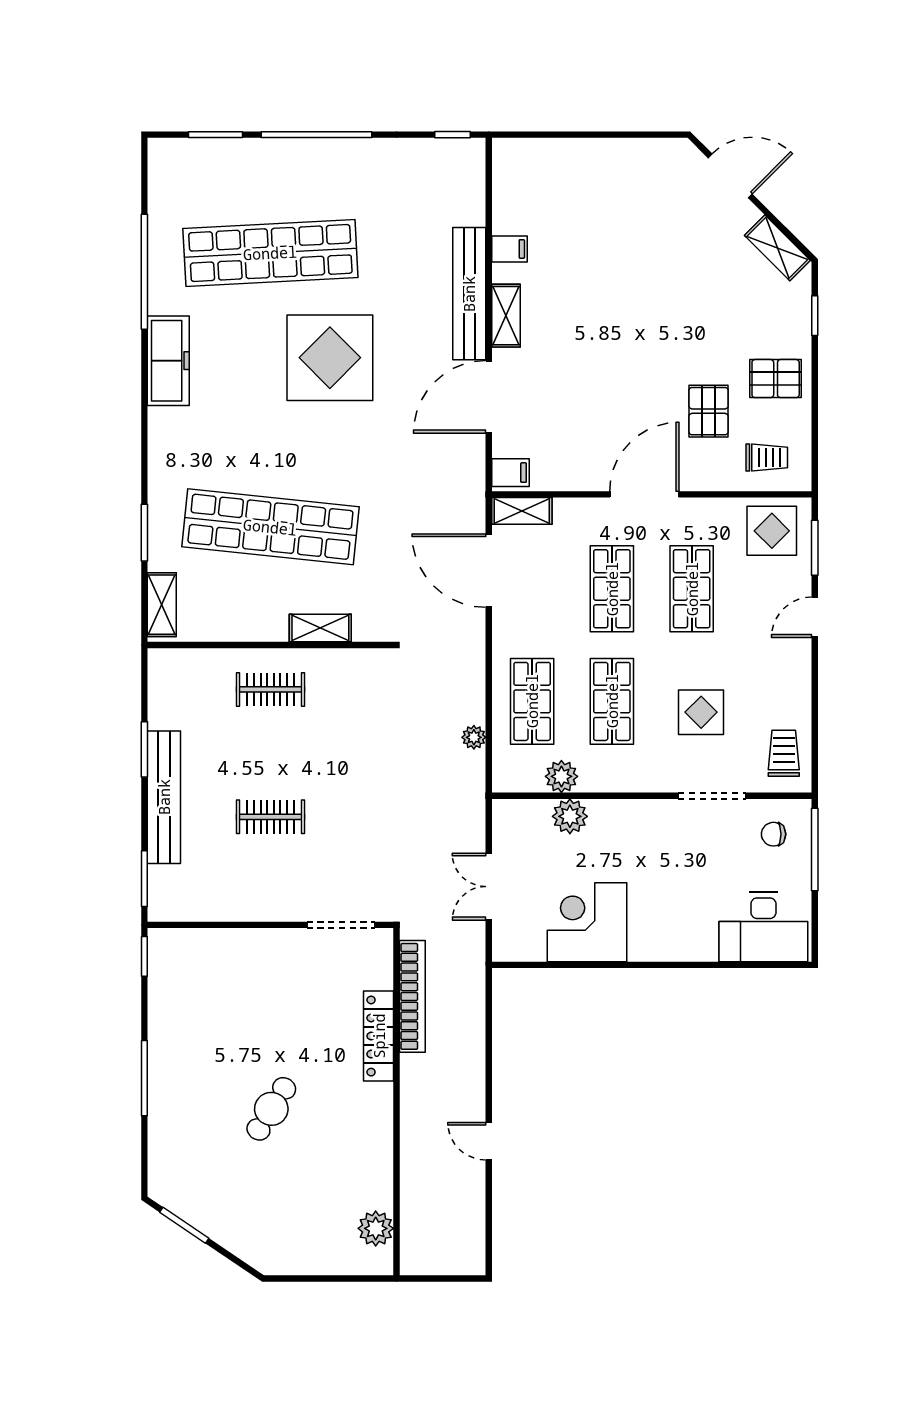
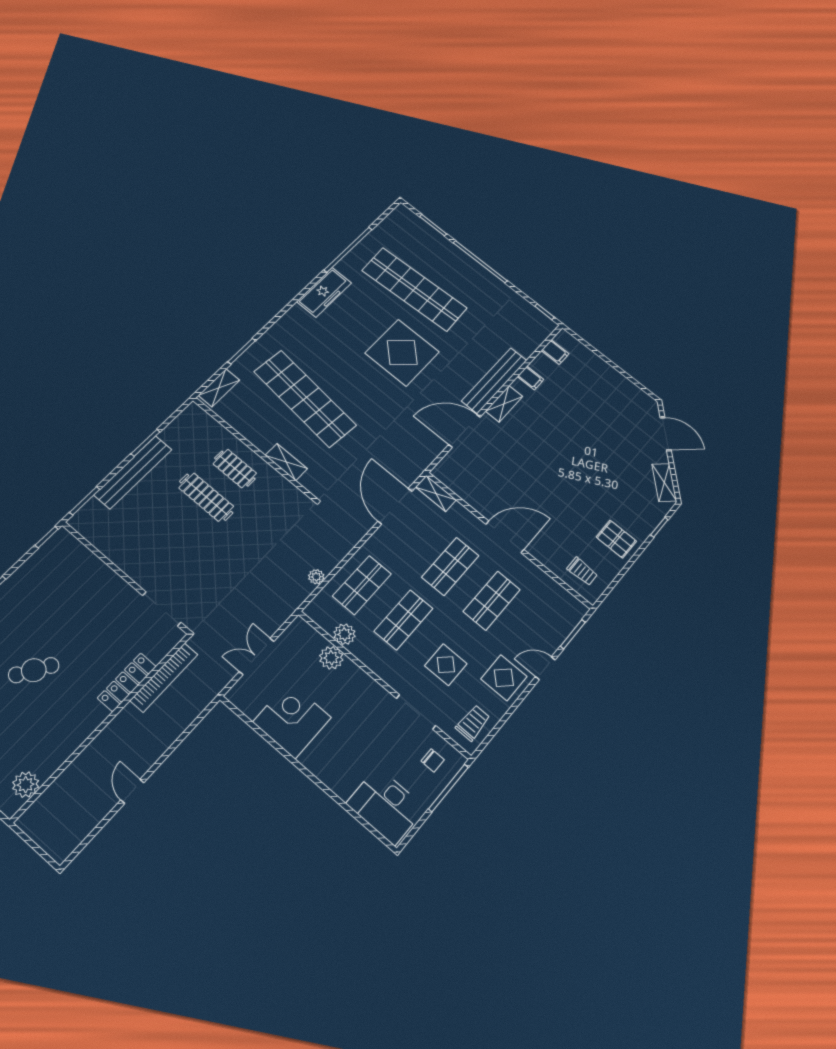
pallet: (709, 411) -> (570, 526), removed
filing cabinet: (511, 473) -> (555, 352), moved
display table: (772, 531) -> (504, 678), moved
clothes rail: (270, 817) -> (206, 497), moved, width x1.36
chair: (774, 834) -> (433, 760), turned 180

